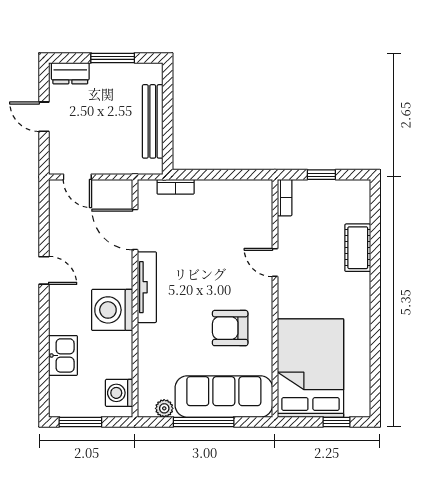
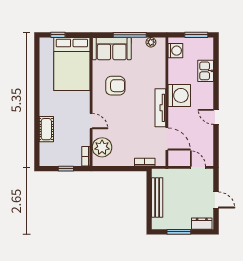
plant: (255, 214) -> (102, 147), added
sofa: (224, 397) -> (112, 49), width x0.73

